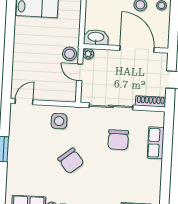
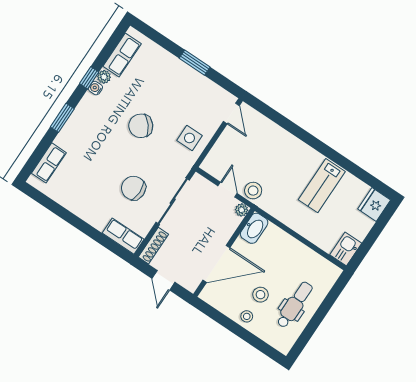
door: (80, 72) -> (228, 190), hinge flipped
row of seats: (156, 143) -> (123, 236), moved

